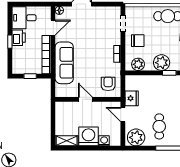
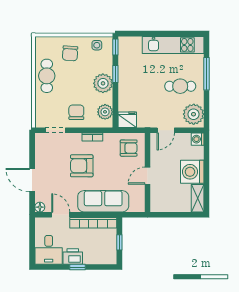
armchair: (93, 45) -> (82, 166), added
armchair: (108, 84) -> (129, 148), turned 180
fridge: (132, 98) -> (127, 120), moved
washing machine: (104, 141) -> (198, 139), moved

